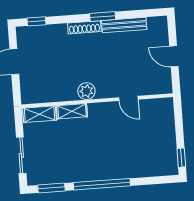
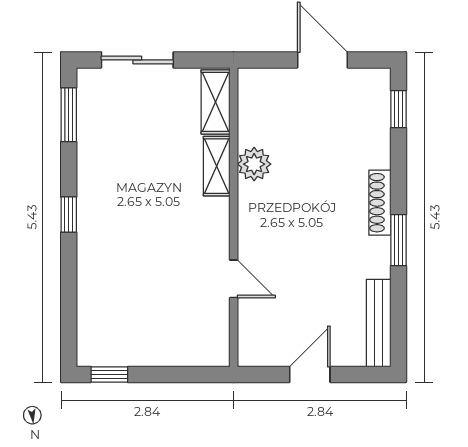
bench: (124, 25) -> (379, 323), moved
plant: (86, 91) -> (254, 164), moved
door: (128, 98) -> (234, 279), swing flipped
window: (102, 184) -> (69, 215), width x0.32

